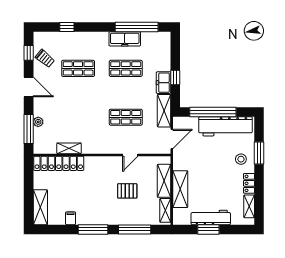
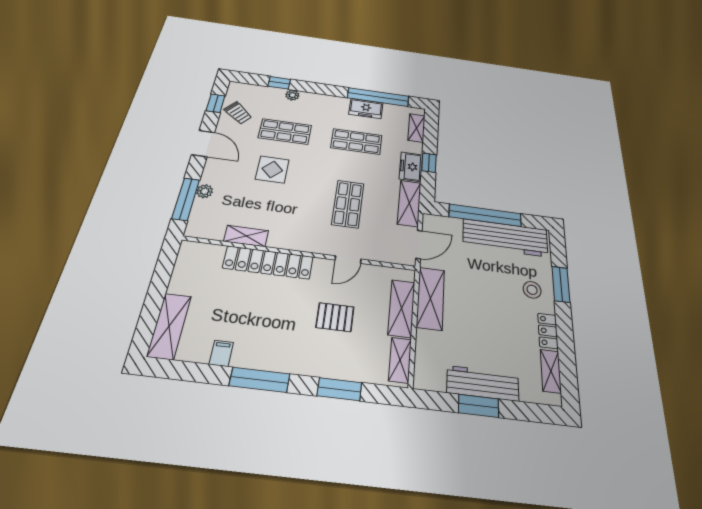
plant: (78, 36) -> (292, 95), added
freezer: (125, 39) -> (366, 109), width x0.71
shelving: (165, 50) -> (416, 128), added
display table: (75, 99) -> (272, 169), added
shop shelf: (126, 117) -> (348, 204), turned 90
locker: (59, 163) -> (268, 262), moved
shelving: (180, 189) -> (431, 298), moved
window: (135, 229) -> (339, 389), width x0.69

